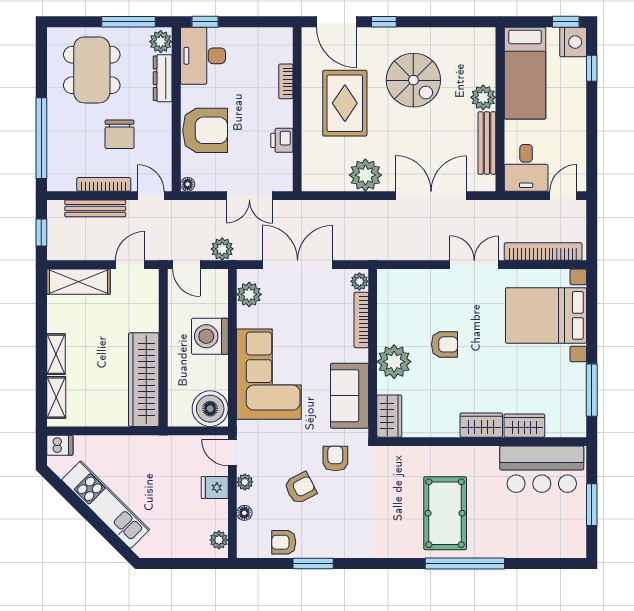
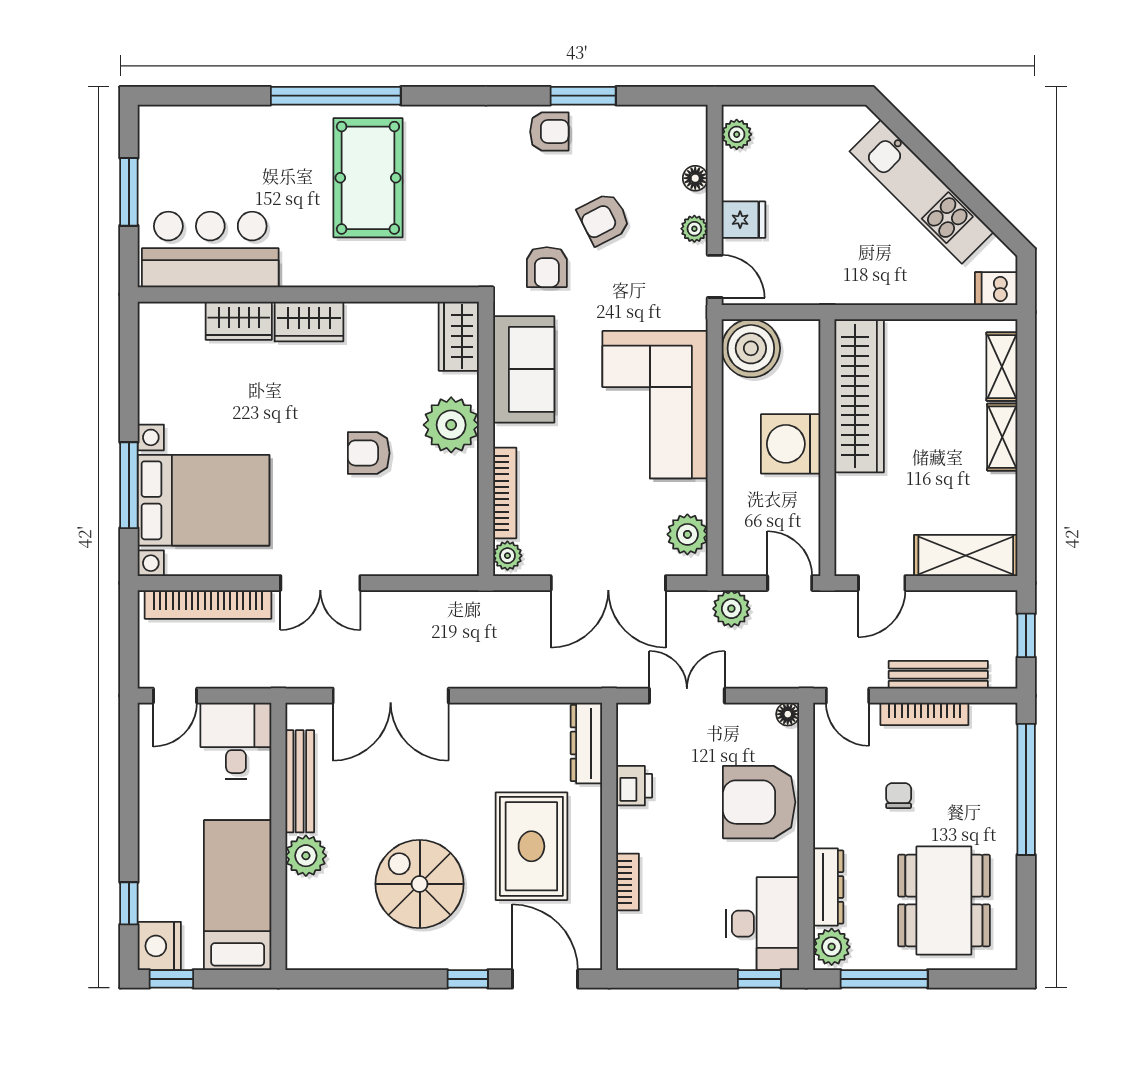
chair: (120, 134) -> (899, 796), width x0.54, depth x0.54
dresser: (311, 167) -> (586, 743), added
plant: (365, 175) -> (498, 729), removed
washing machine: (210, 336) -> (791, 444), moved, turned 180
window: (592, 390) -> (129, 485), moved
armchair: (284, 542) -> (549, 132), moved

